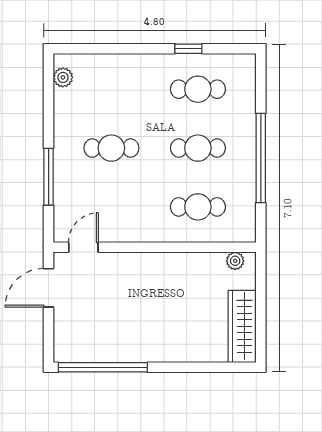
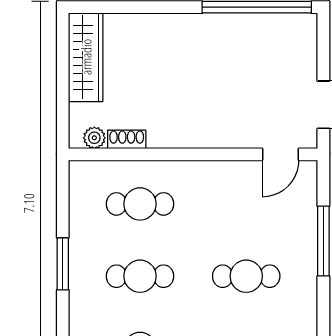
window: (261, 158) -> (63, 264), width x0.47
shoe rack: (209, 259) -> (127, 139), added

